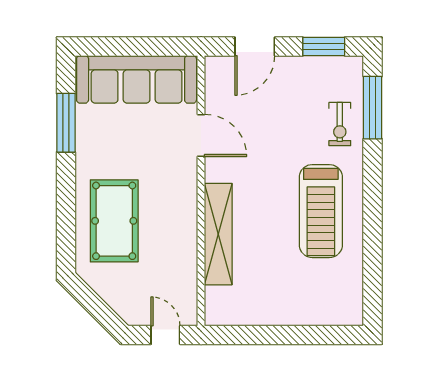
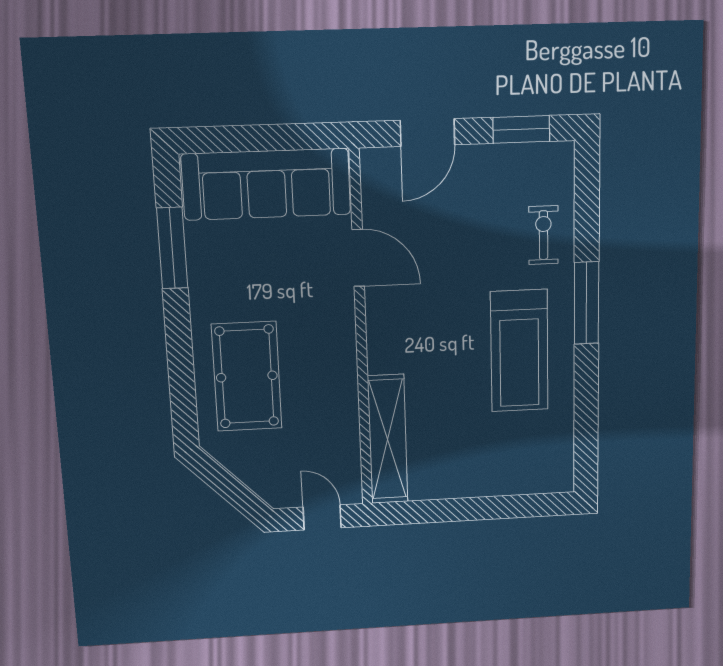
window: (373, 108) -> (586, 303), moved
exercise bike: (340, 124) -> (543, 235), turned 180
shelving: (218, 234) -> (388, 439), moved

